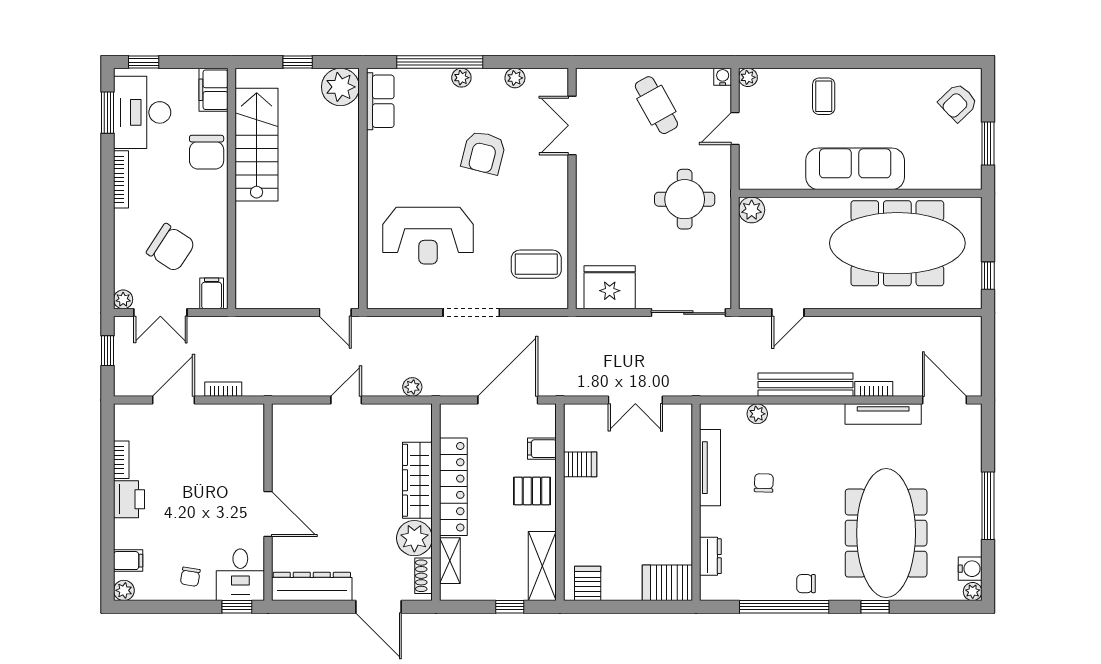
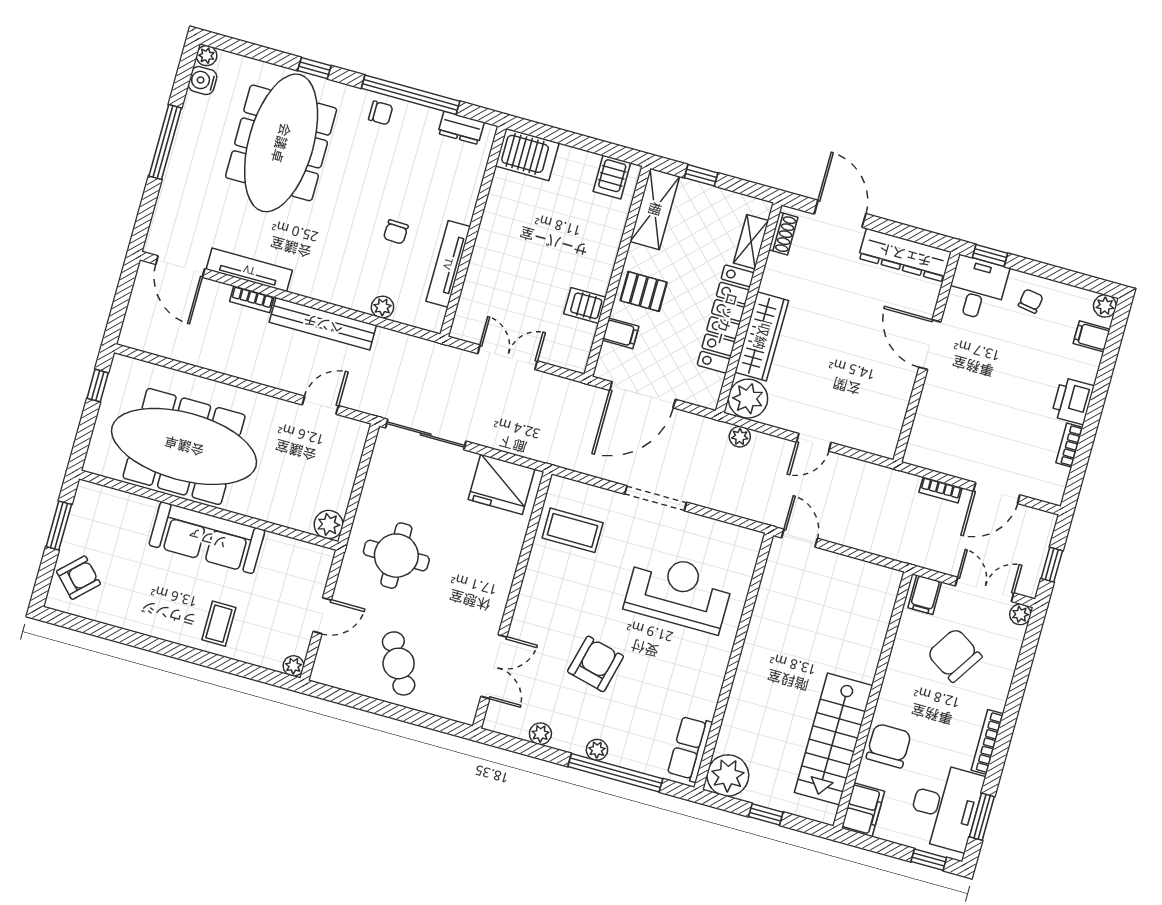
water cooler: (723, 77) -> (320, 674), removed
plant: (414, 538) -> (748, 399), moved
dresser: (710, 556) -> (461, 128), moved, turned -90

